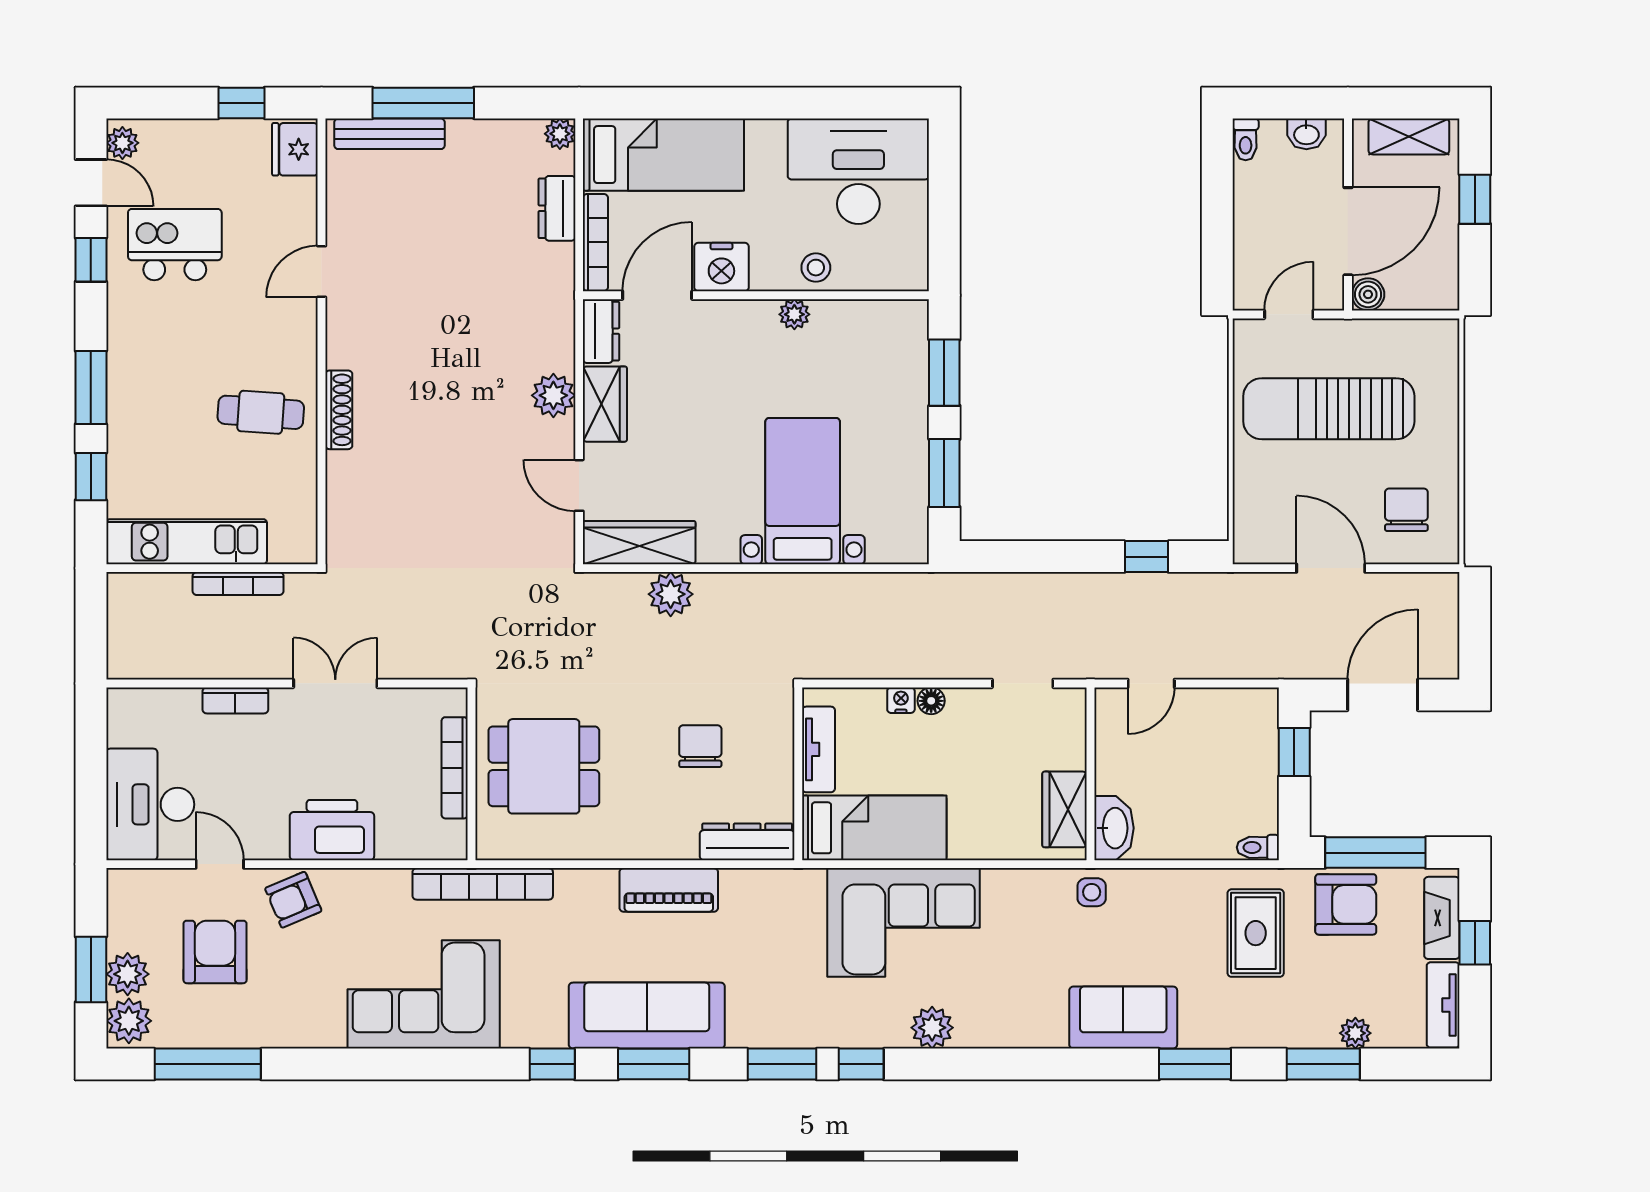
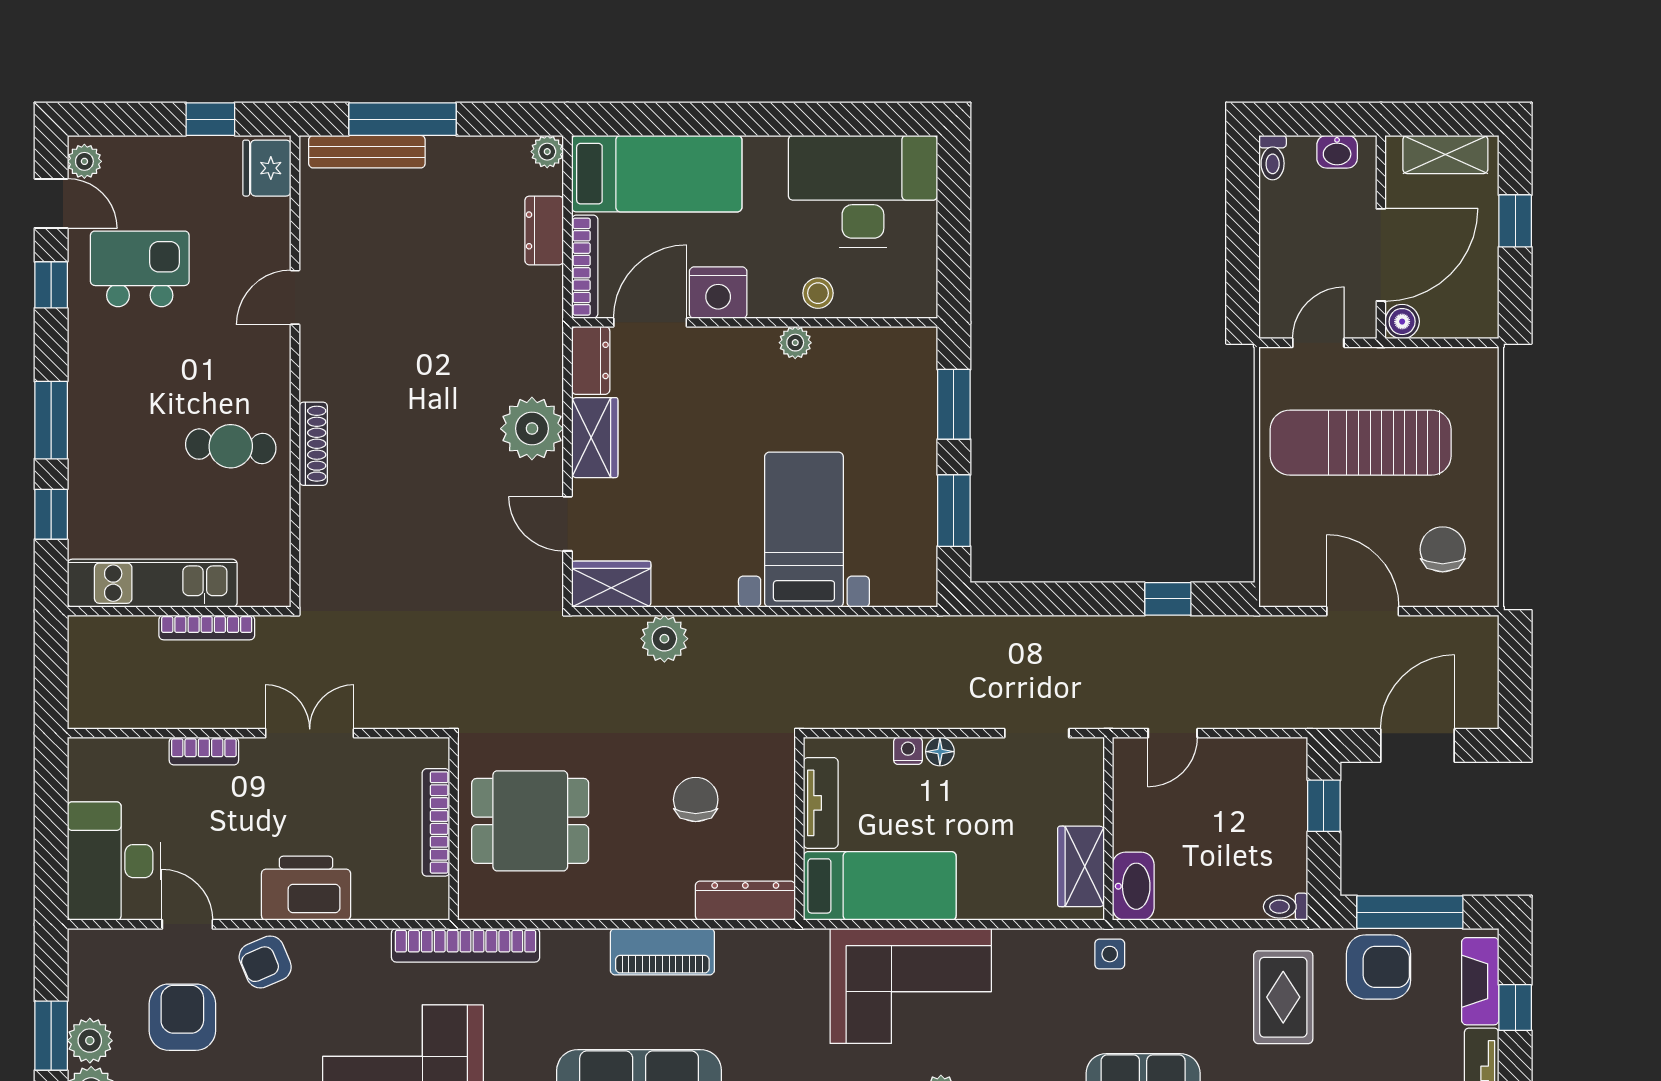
plant: (553, 395) -> (532, 429), width x1.36, depth x1.36
wardrobe: (639, 543) -> (611, 584), width x0.67

